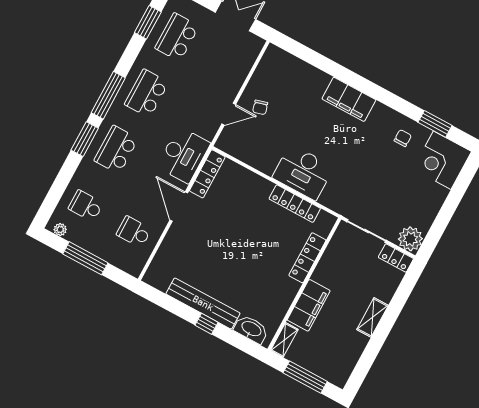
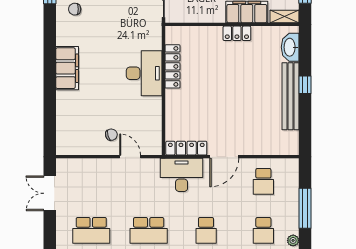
school desk: (116, 150) -> (206, 230), width x0.54
locker: (307, 258) -> (237, 33), moved, width x0.66

